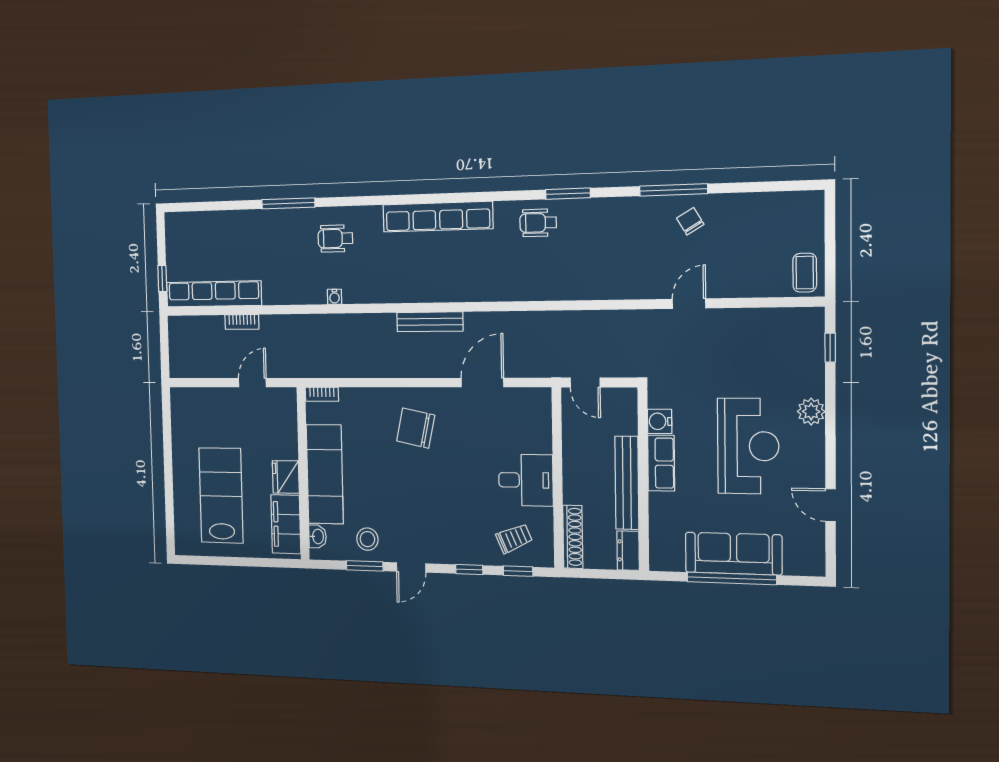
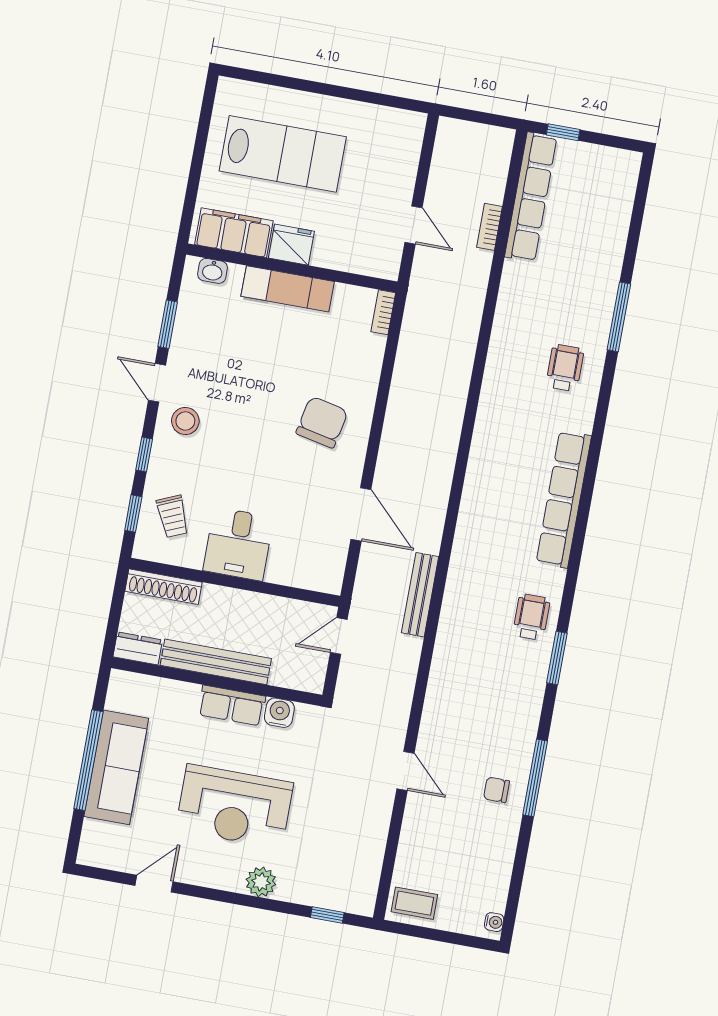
chair: (690, 221) -> (497, 790), turned -149
water cooler: (335, 297) -> (494, 922), moved, turned 180
bench: (430, 322) -> (420, 595), moved
exam couch: (325, 474) -> (288, 289), width x0.73, depth x0.69
stool: (367, 539) -> (185, 421), moved

